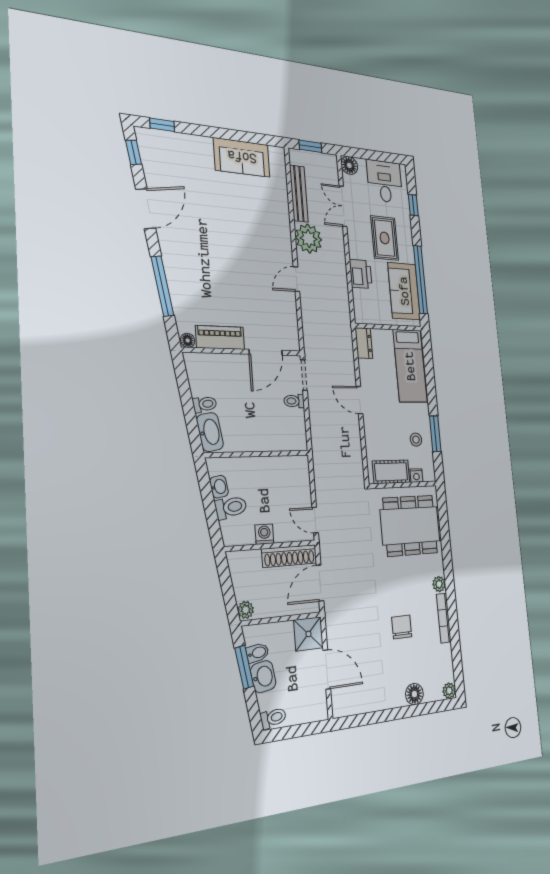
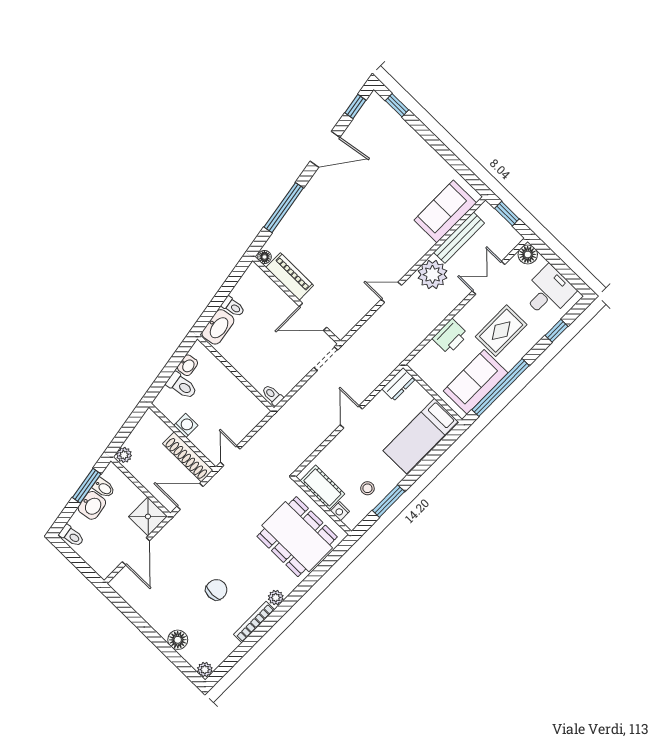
sofa: (242, 157) -> (445, 211), moved, turned 90
toilet: (294, 401) -> (272, 395), moved

